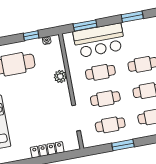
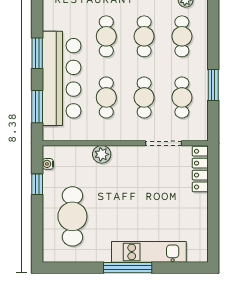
window: (132, 17) -> (37, 53), moved
bar counter: (99, 40) -> (62, 78), width x1.36
locker: (47, 150) -> (200, 169), moved

